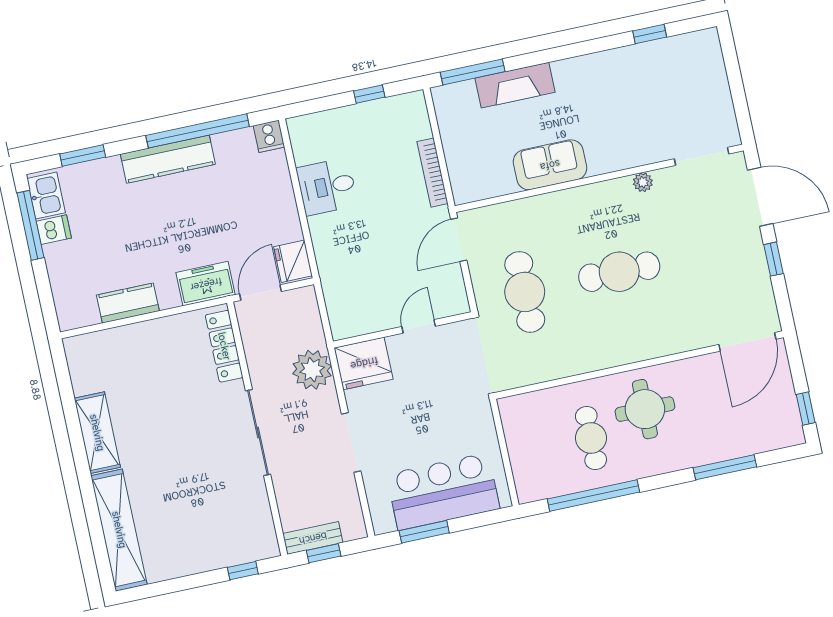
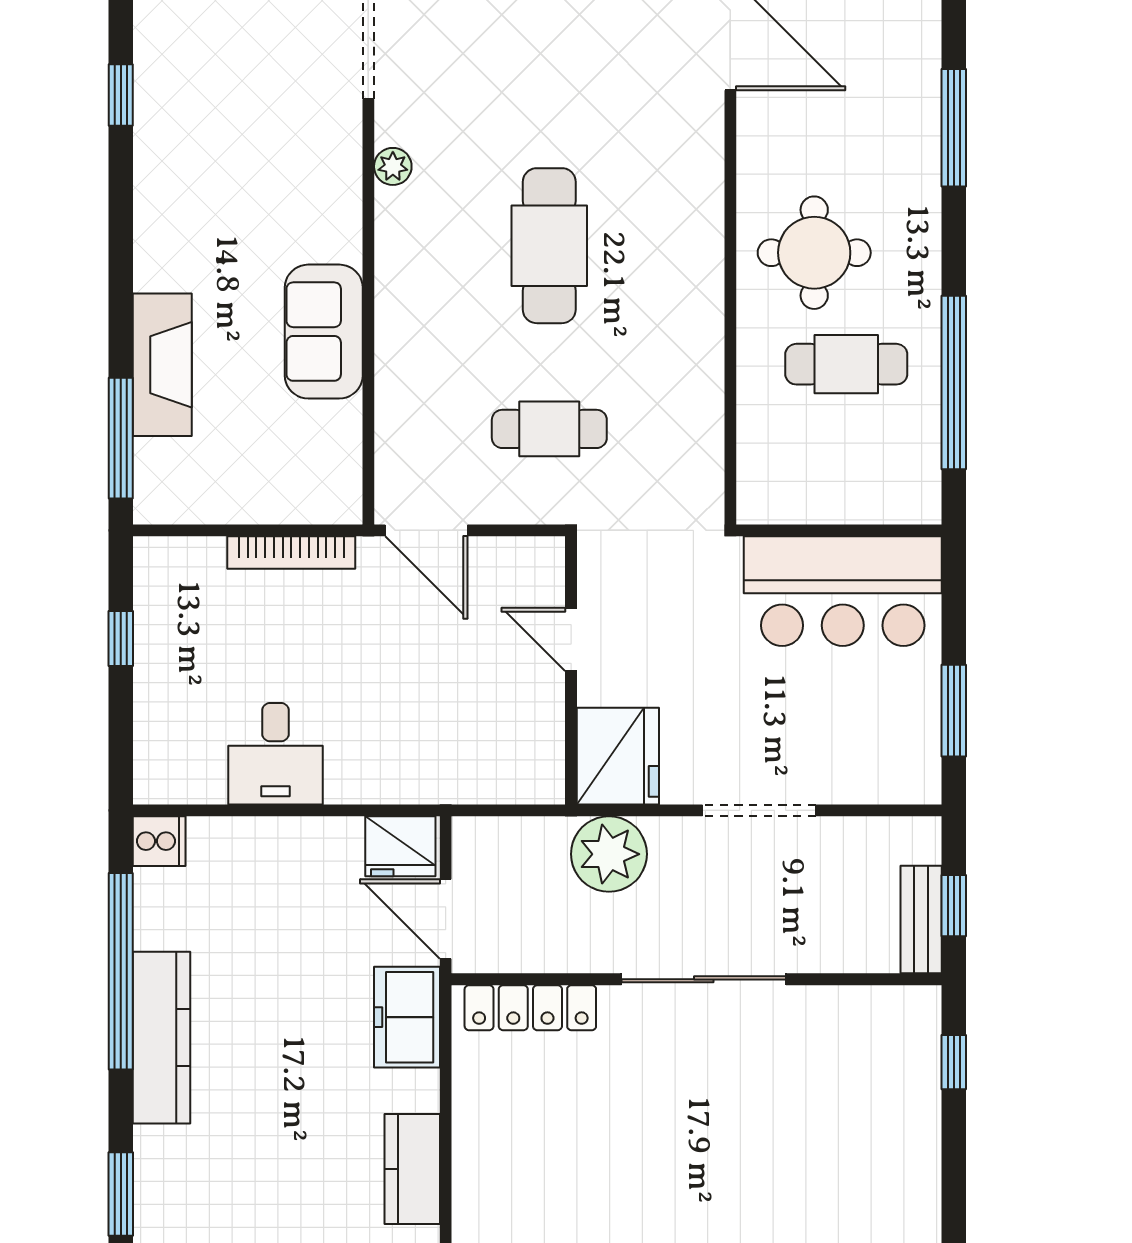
cafe table: (525, 292) -> (549, 429), width x0.73, depth x0.74
bar counter: (443, 491) -> (843, 591), moved, turned -90

